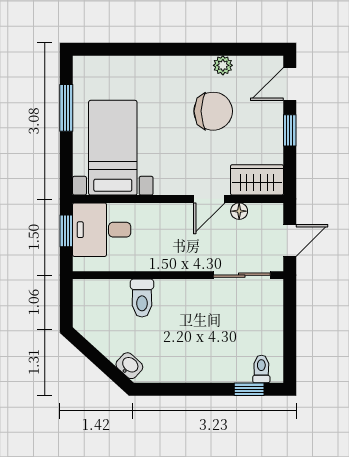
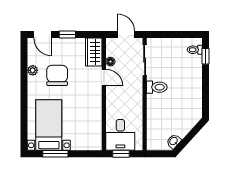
bed with nightstands: (113, 148) -> (49, 125), moved, turned 90
toilet: (142, 298) -> (157, 87), moved
washbasin: (129, 366) -> (174, 141), moved

